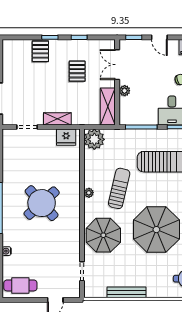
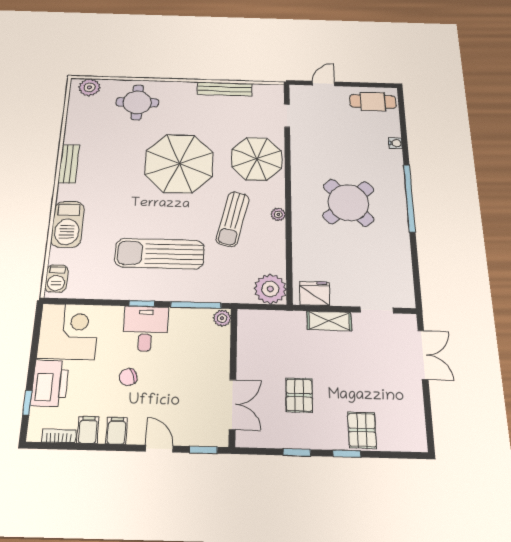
plant: (125, 91) -> (222, 318), moved
shelving: (108, 106) -> (249, 338), removed

